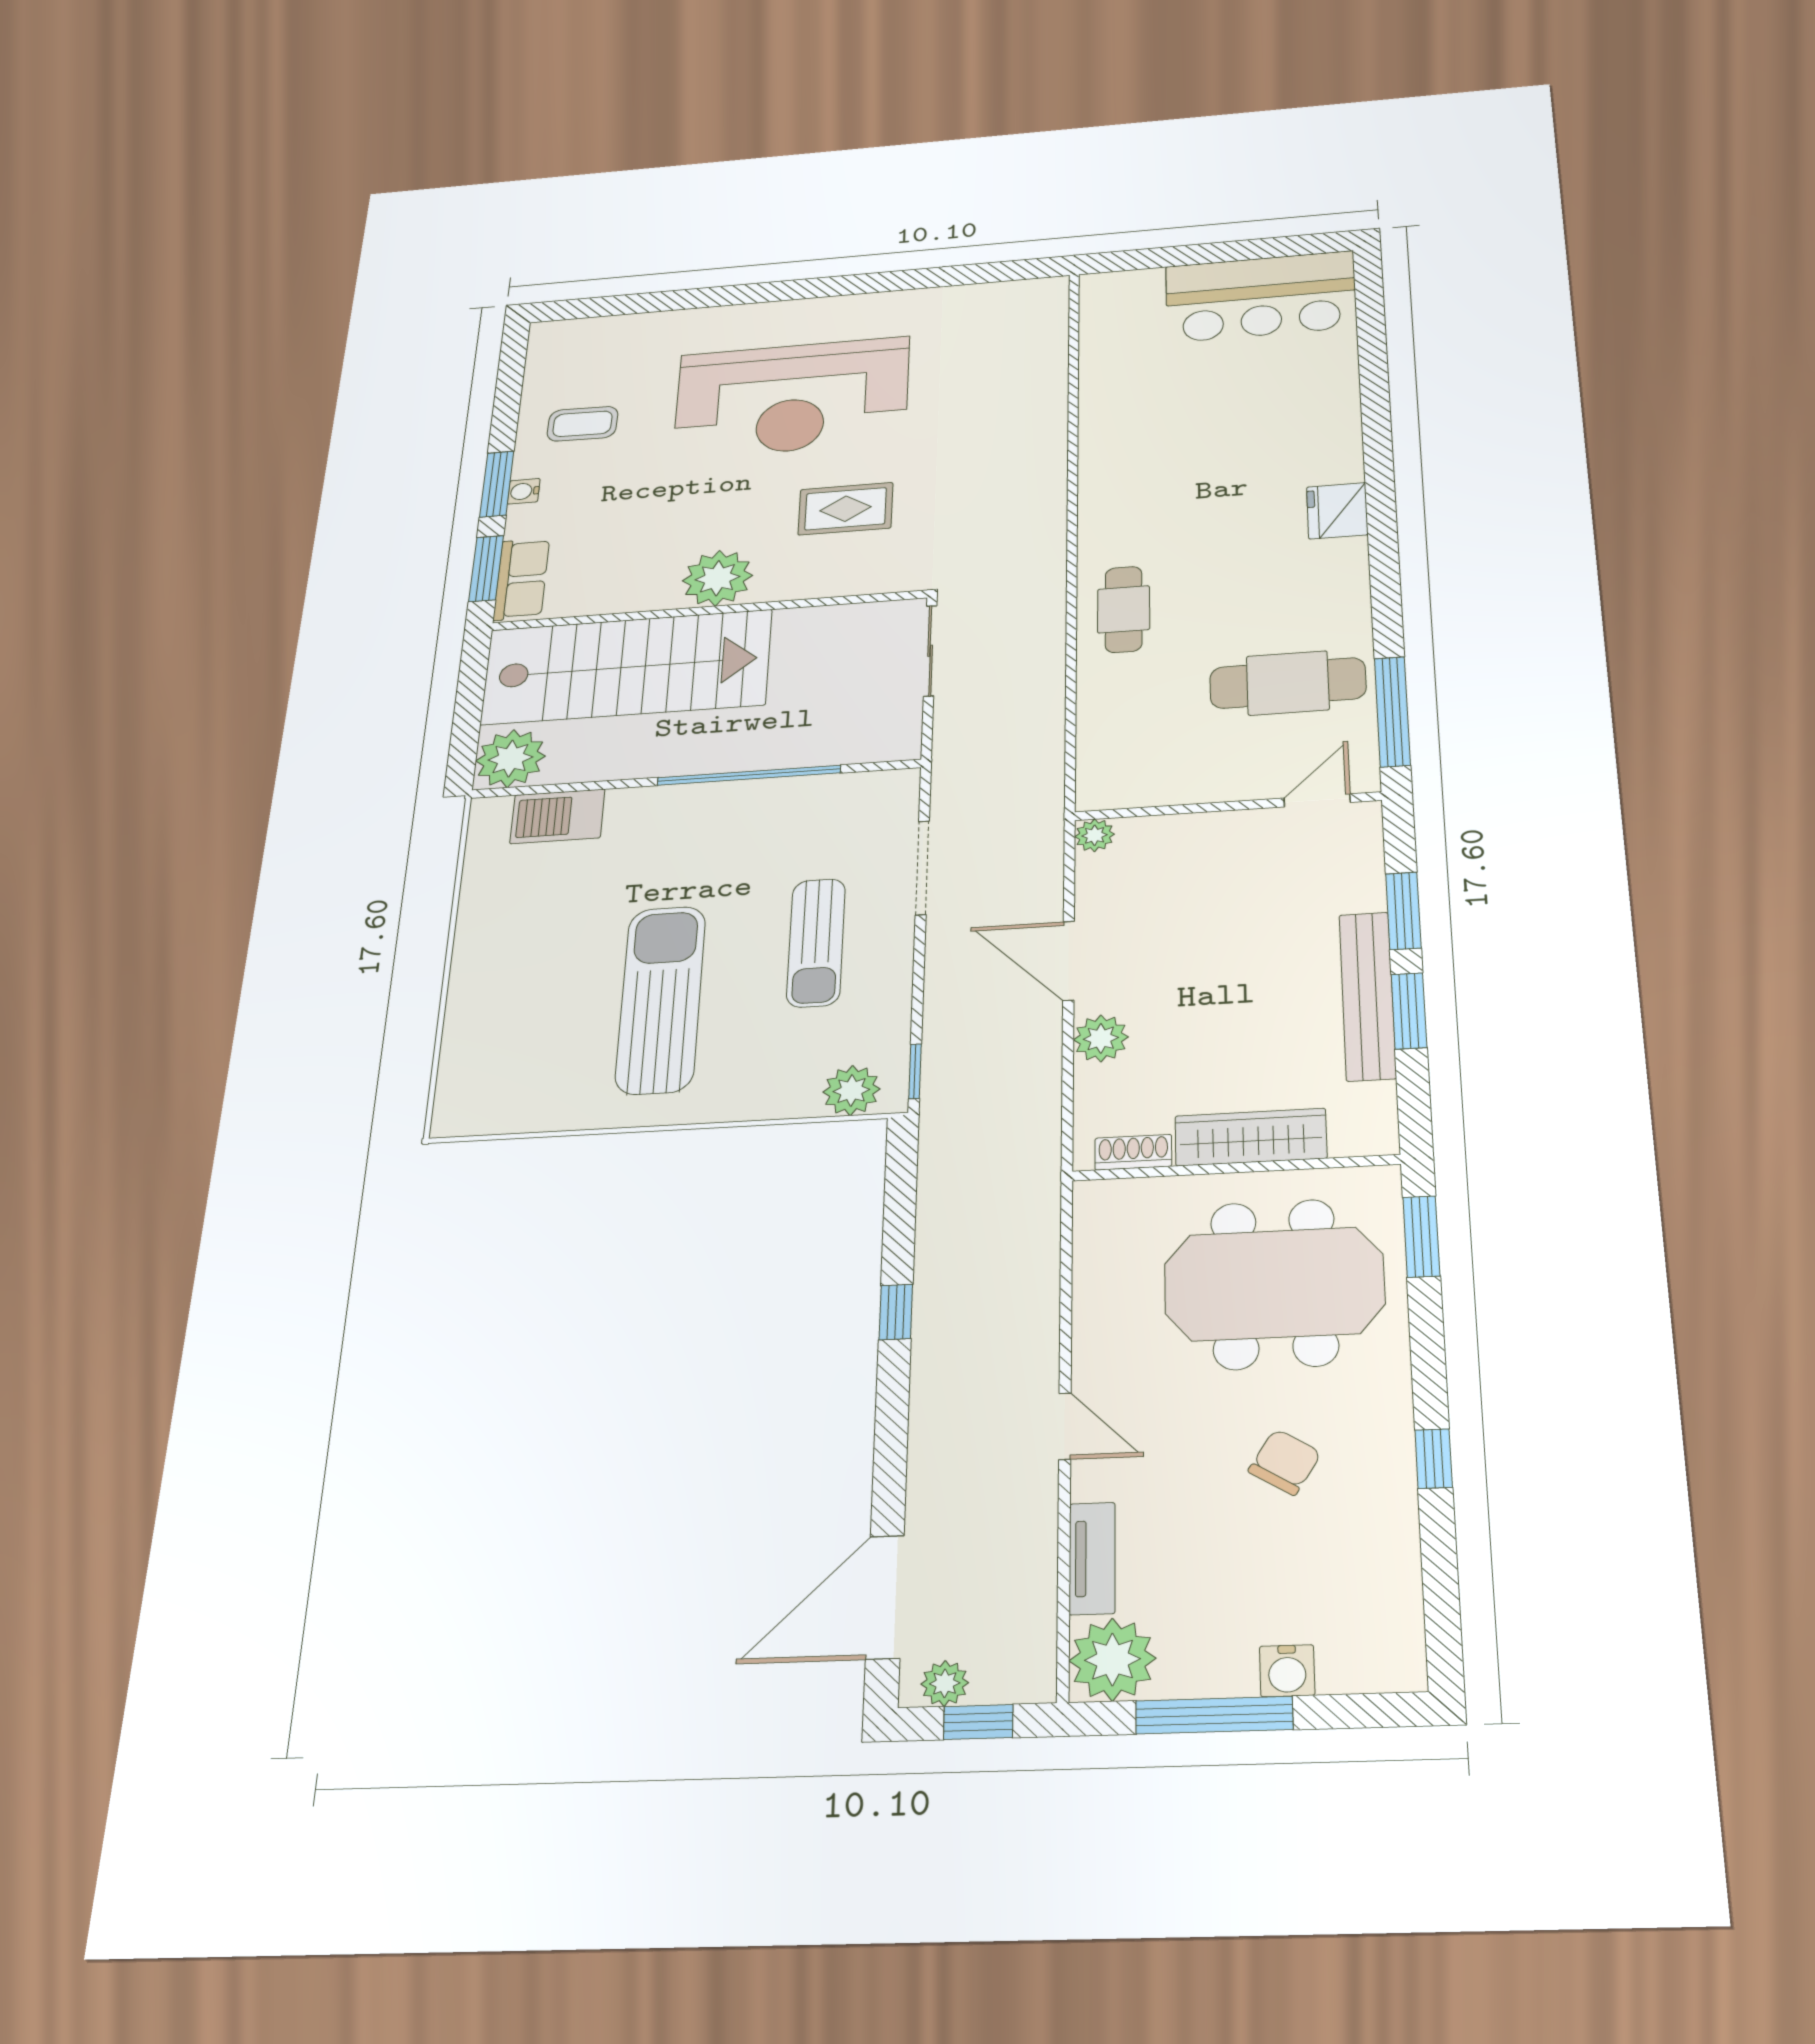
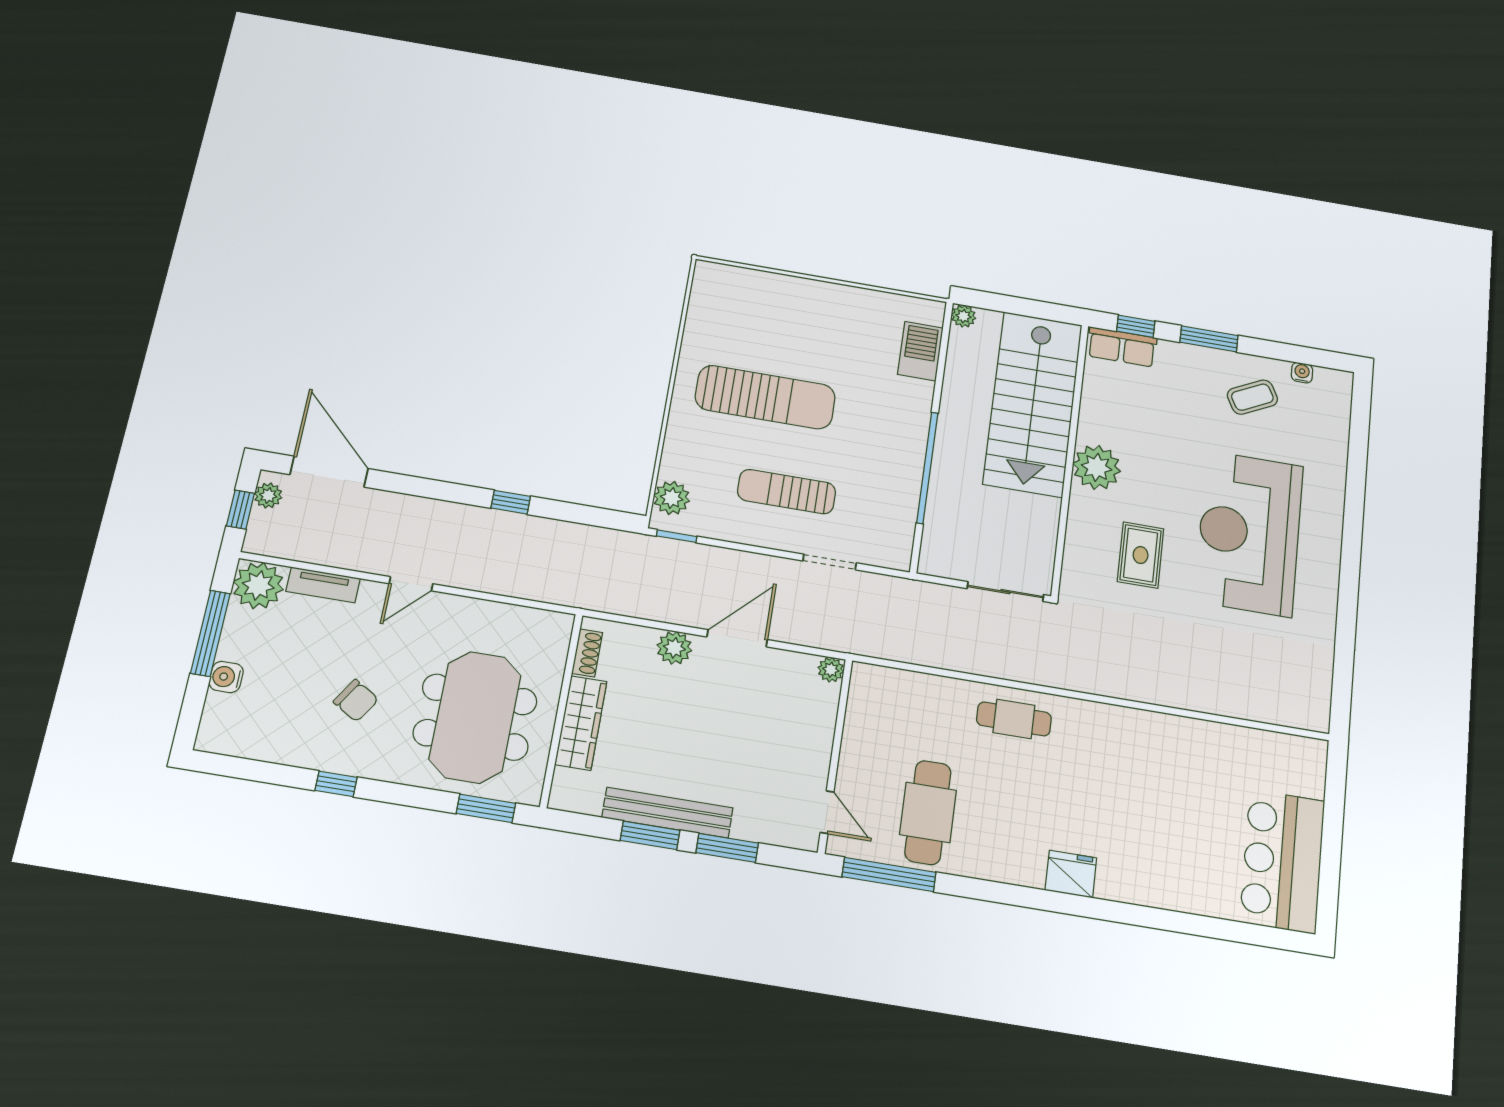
coffee table: (582, 424) -> (1252, 397), turned 62
water cooler: (524, 491) -> (1302, 373), moved
window: (486, 569) -> (1136, 326), width x0.67
plant: (510, 759) -> (964, 316), width x0.53, depth x0.53
doorway: (922, 868) -> (830, 562), width x0.73

